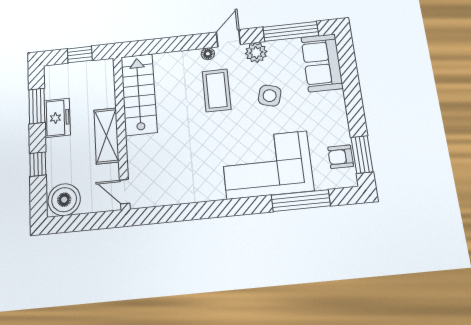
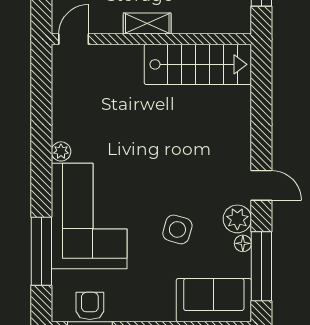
floor lamp: (208, 54) -> (243, 243), moved
coffee table: (217, 90) -> (192, 164), removed
shelving: (106, 136) -> (147, 24), width x0.67, depth x0.75
plant: (216, 193) -> (61, 151), added

